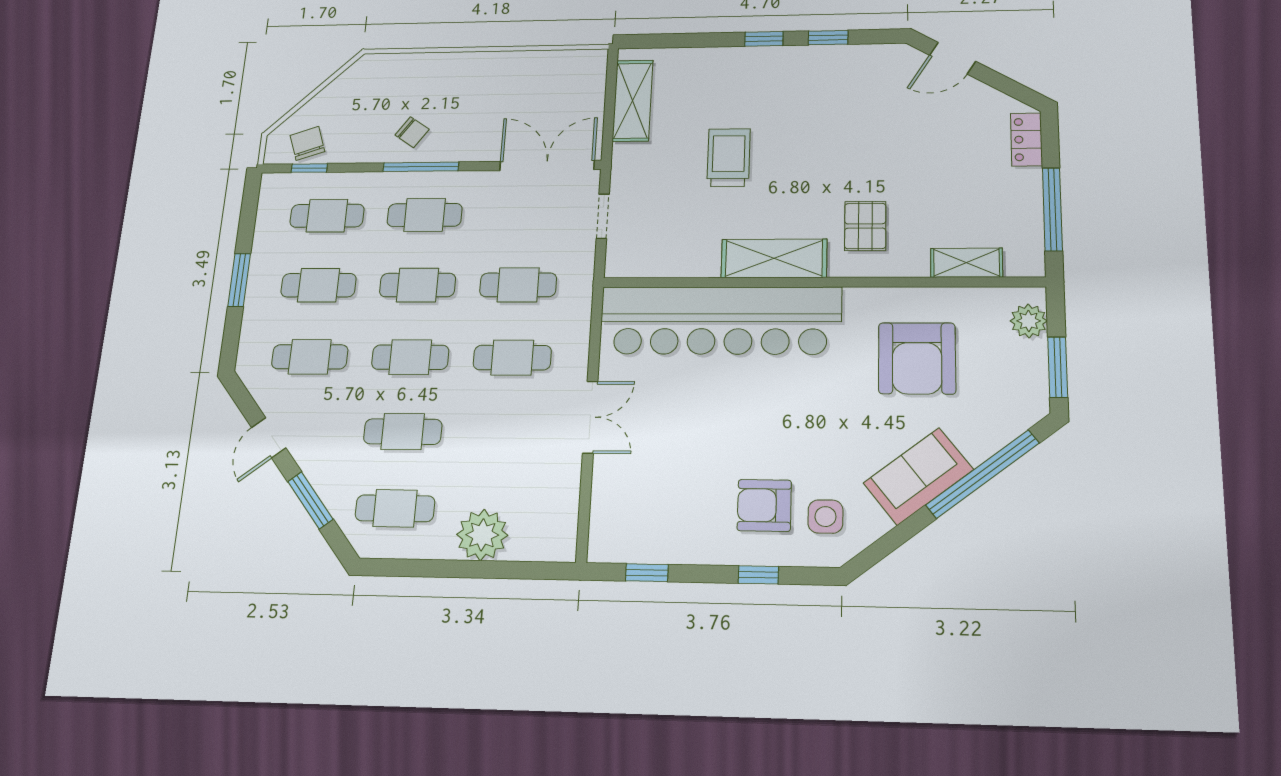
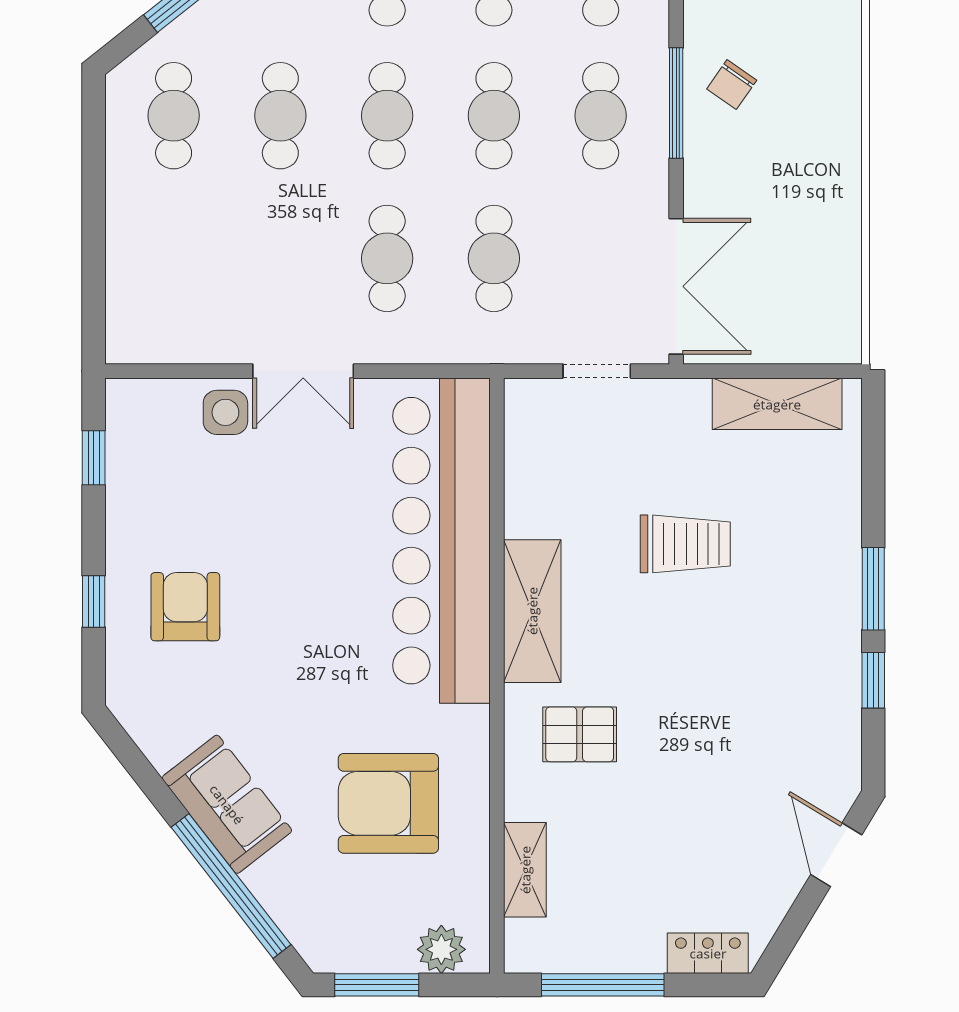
window: (764, 39) -> (873, 589), width x1.50
side table: (825, 517) -> (225, 412), moved
plant: (482, 535) -> (140, 237), removed

